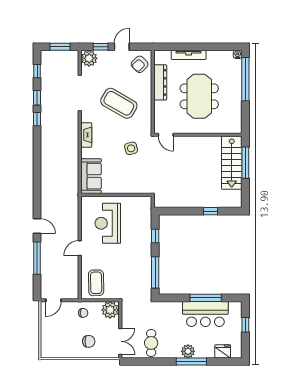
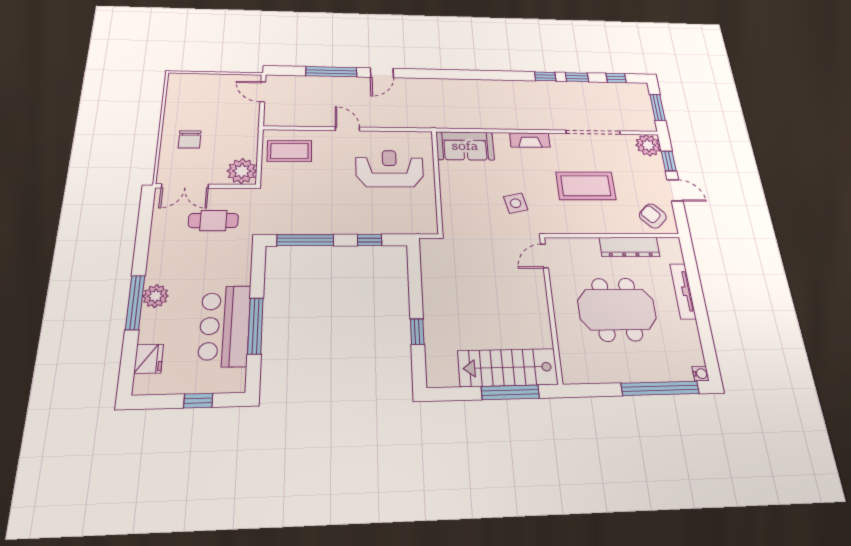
coffee table: (119, 103) -> (586, 186), turned 60
chair: (83, 313) -> (239, 132), removed
cafe table: (151, 343) -> (213, 221), moved

